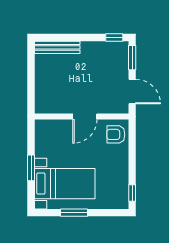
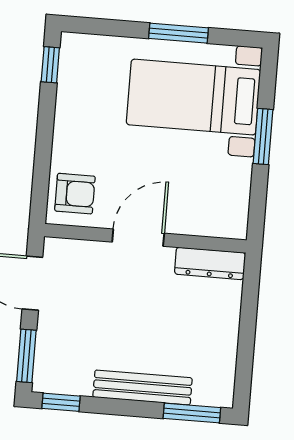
window: (53, 37) -> (192, 413), added
bench: (57, 47) -> (143, 388), moved
dresser: (51, 107) -> (210, 263), added

